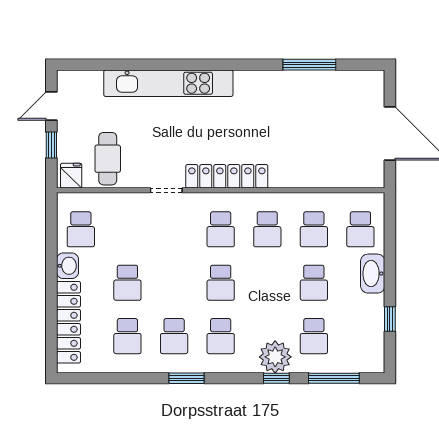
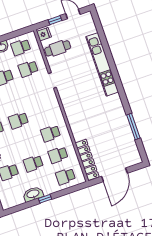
locker: (227, 176) -> (87, 160), moved
school desk: (221, 229) -> (28, 69), moved
washbasin: (373, 274) -> (33, 194), moved
window: (390, 319) -> (45, 199), moved

